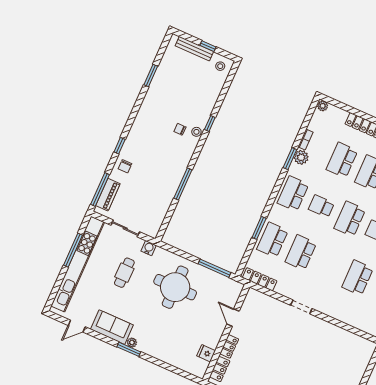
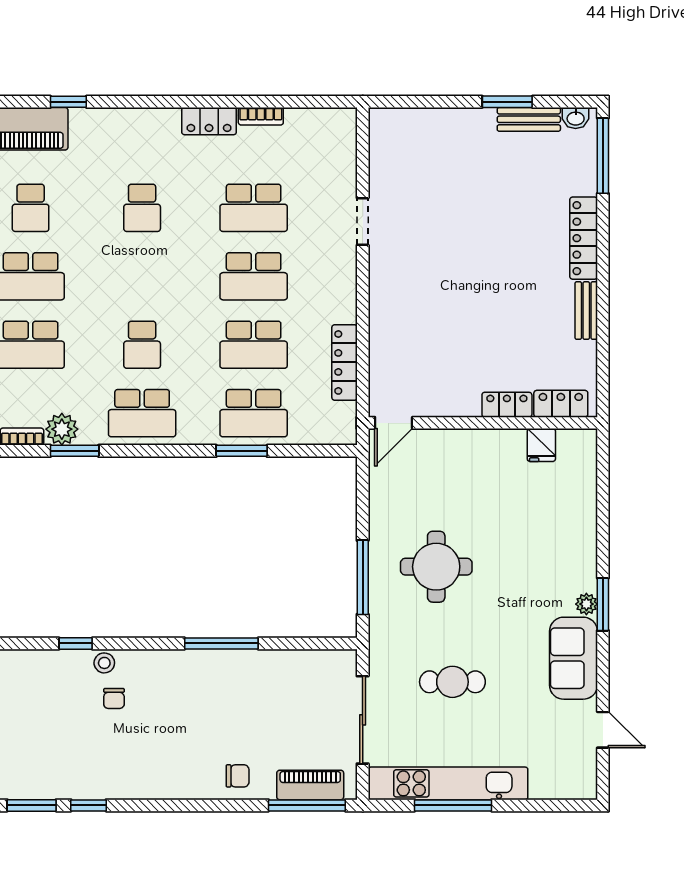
window: (120, 146) -> (89, 805), moved
school desk: (350, 219) -> (254, 276), moved
sliding door: (125, 228) -> (363, 720), width x1.37
water cooler: (149, 248) -> (381, 655), removed
kitchen unit: (78, 264) -> (448, 783), width x0.73
window: (214, 268) -> (363, 577), moved
locker: (260, 279) -> (345, 362), moved
round table: (175, 287) -> (436, 567), width x0.73, depth x0.73
doorway: (301, 307) -> (363, 221), moved
door: (233, 318) -> (394, 423), moved

